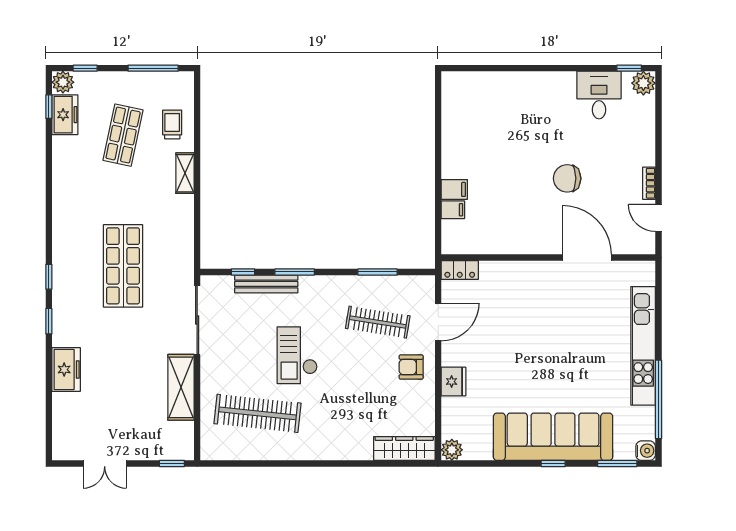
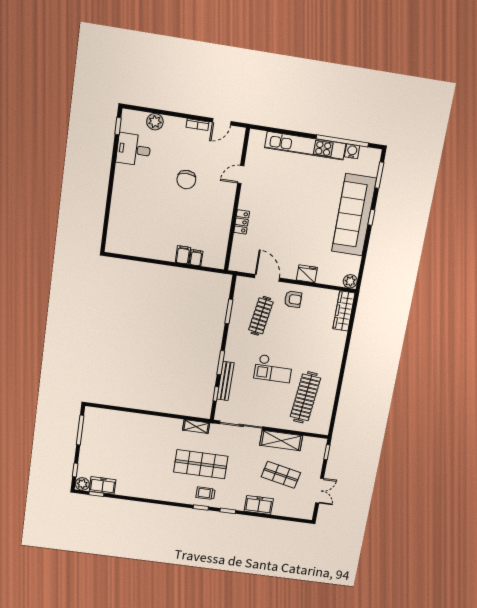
plant: (643, 83) -> (155, 122), moved
trolley: (172, 124) -> (205, 493), moved
shop shelf: (123, 135) -> (281, 475), moved
shelving: (185, 173) -> (196, 427), moved
door: (587, 258) -> (241, 175), width x0.53
locker: (460, 270) -> (242, 222), moved
armchair: (411, 367) -> (293, 299), turned -90
water cooler: (646, 451) -> (352, 151), moved

